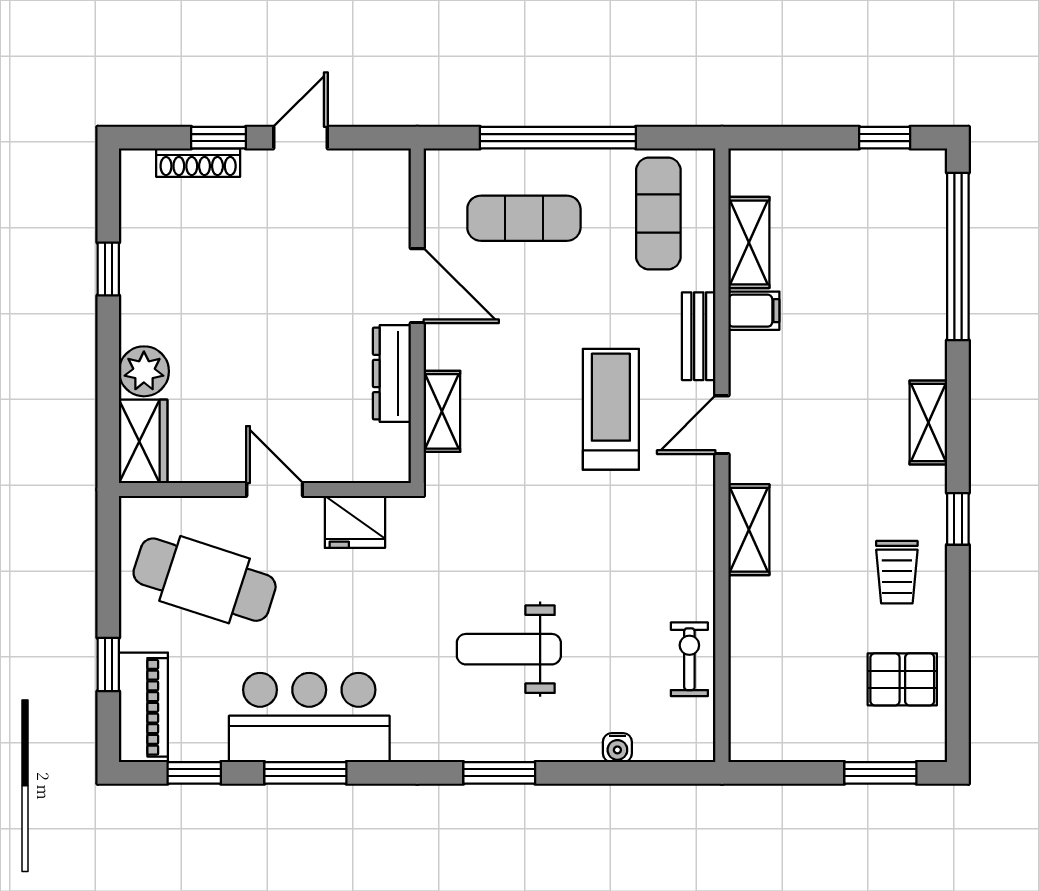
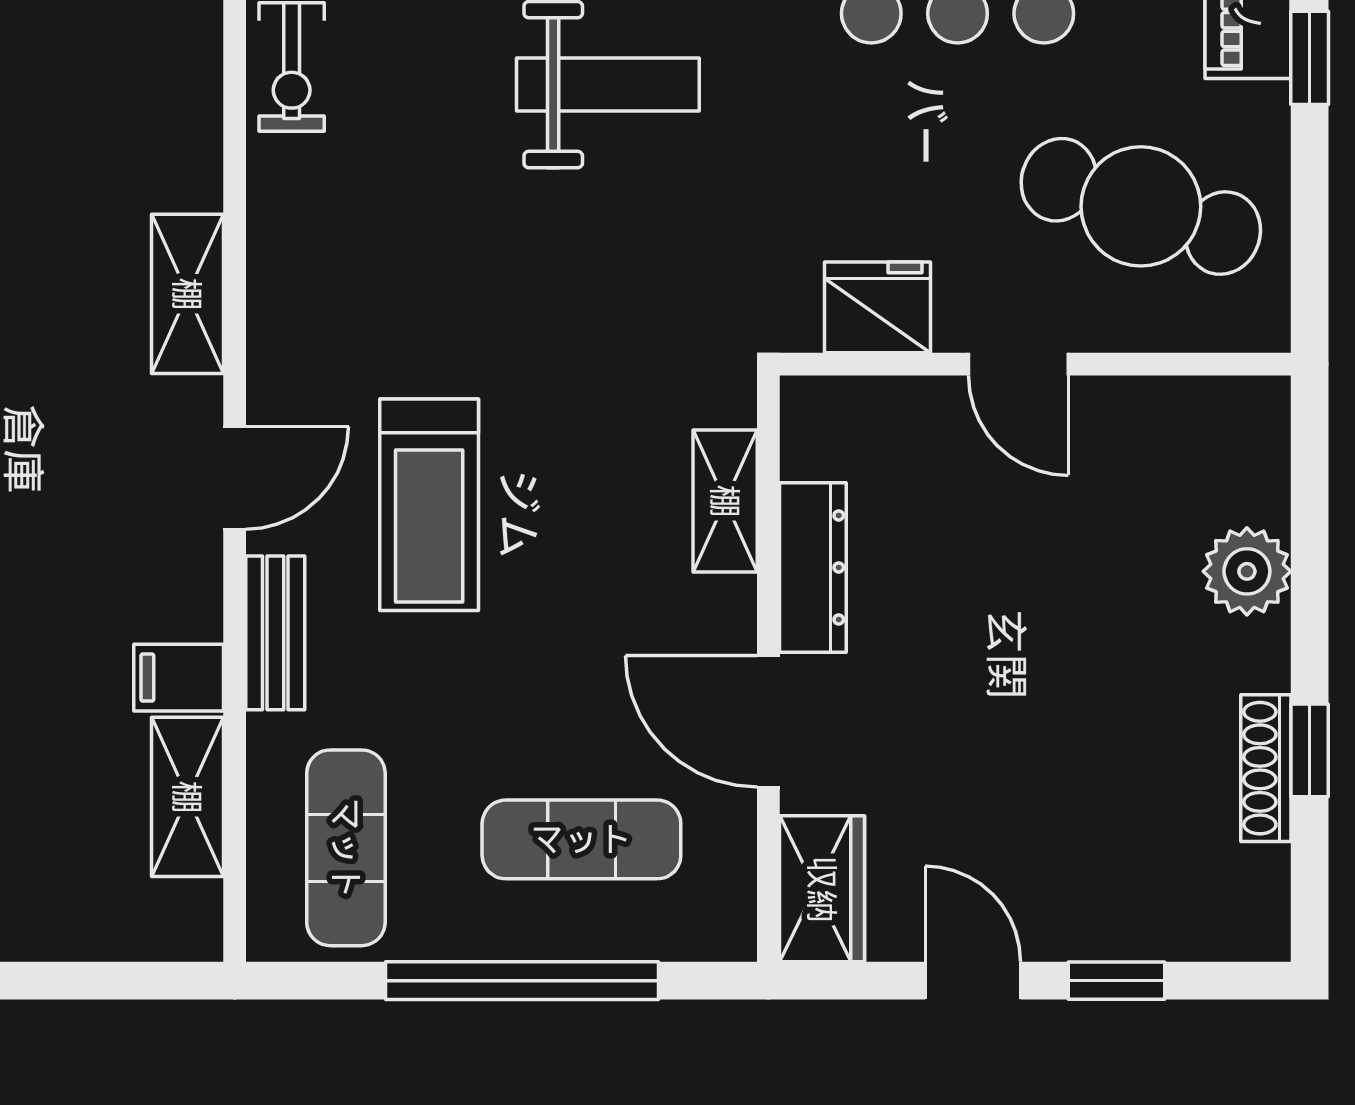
door: (300, 138) -> (973, 981), swing flipped
shoe rack: (198, 163) -> (1266, 768), moved, turned -90
wardrobe: (143, 441) -> (822, 889), moved, turned 180

